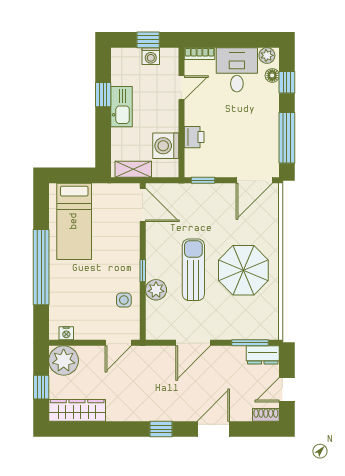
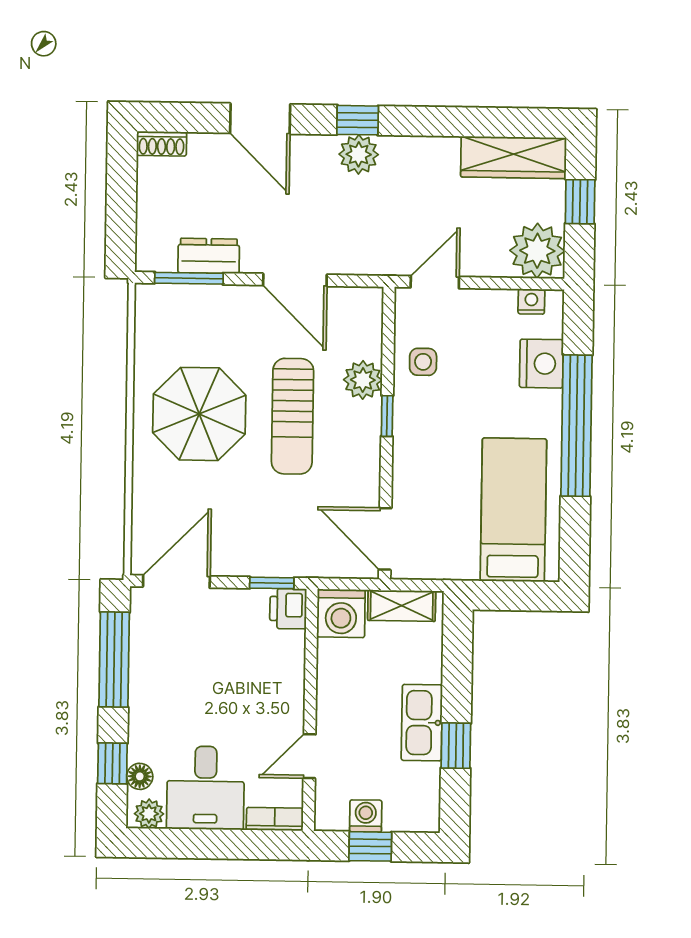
printer: (194, 137) -> (288, 609), moved
washing machine: (166, 146) -> (341, 613), moved, turned 90
nightstand: (60, 300) -> (541, 364), added
door: (193, 343) -> (295, 280), swing flipped
dresser: (263, 355) -> (209, 256), moved
door: (287, 390) -> (121, 190), removed
plant: (160, 411) -> (359, 154), added
door: (213, 429) -> (260, 119), hinge flipped

